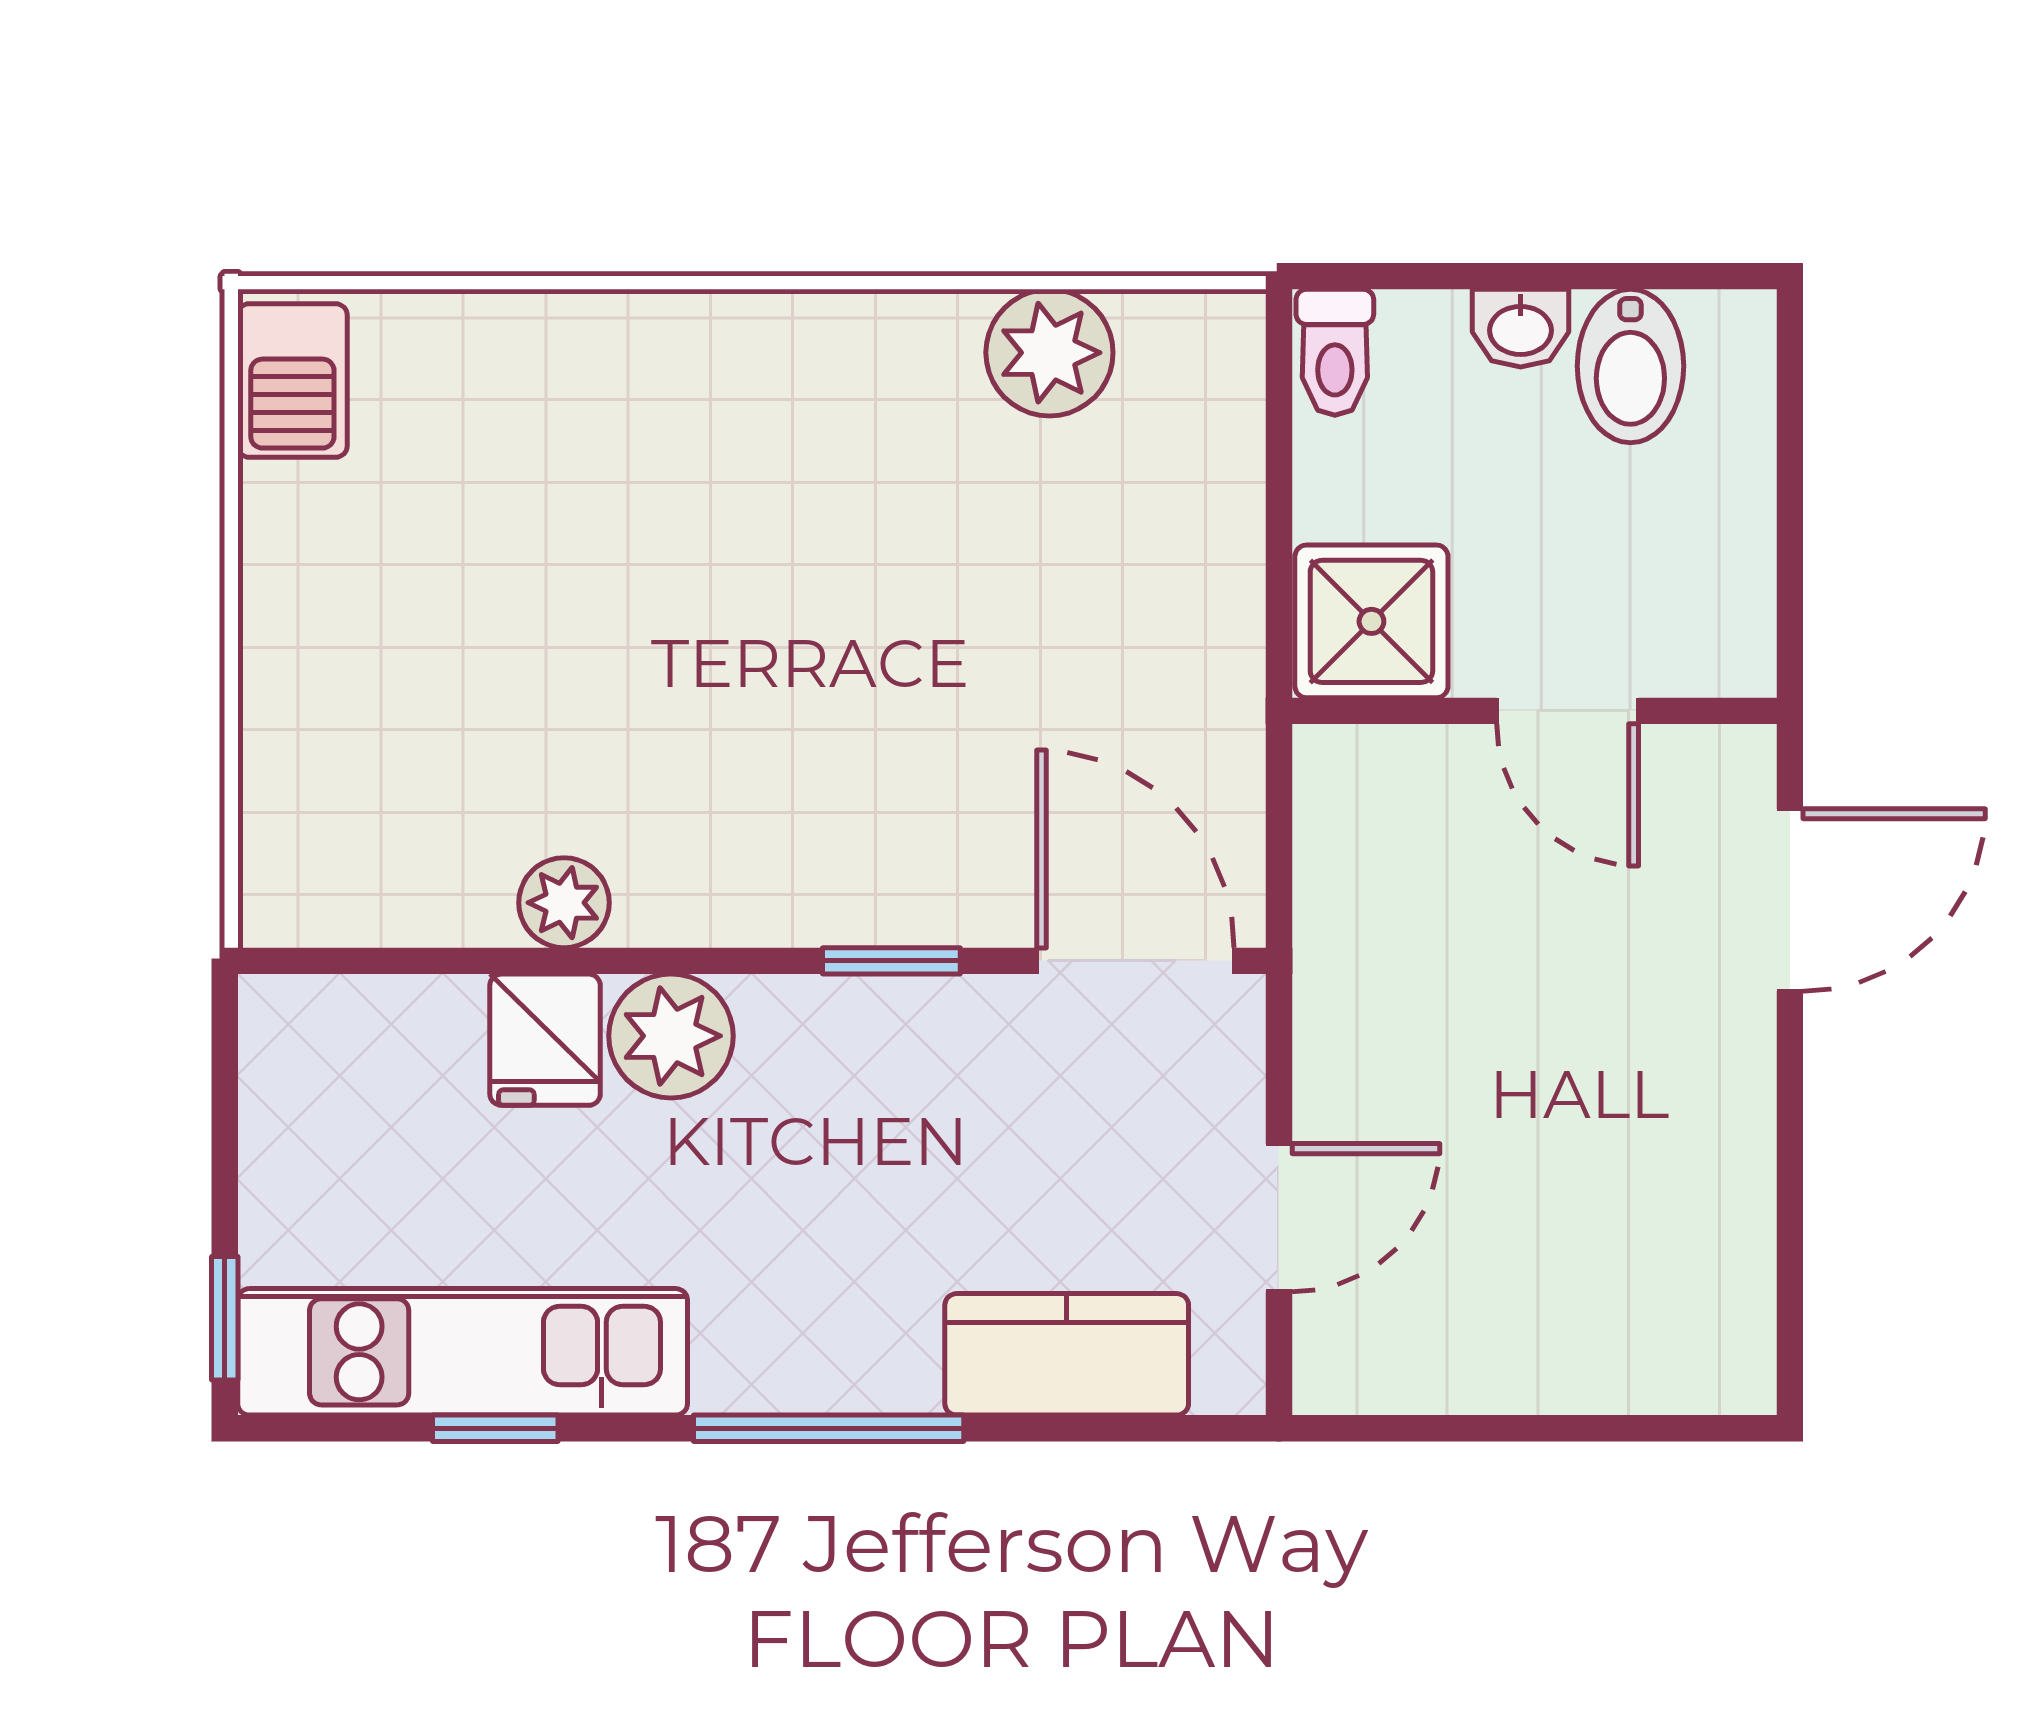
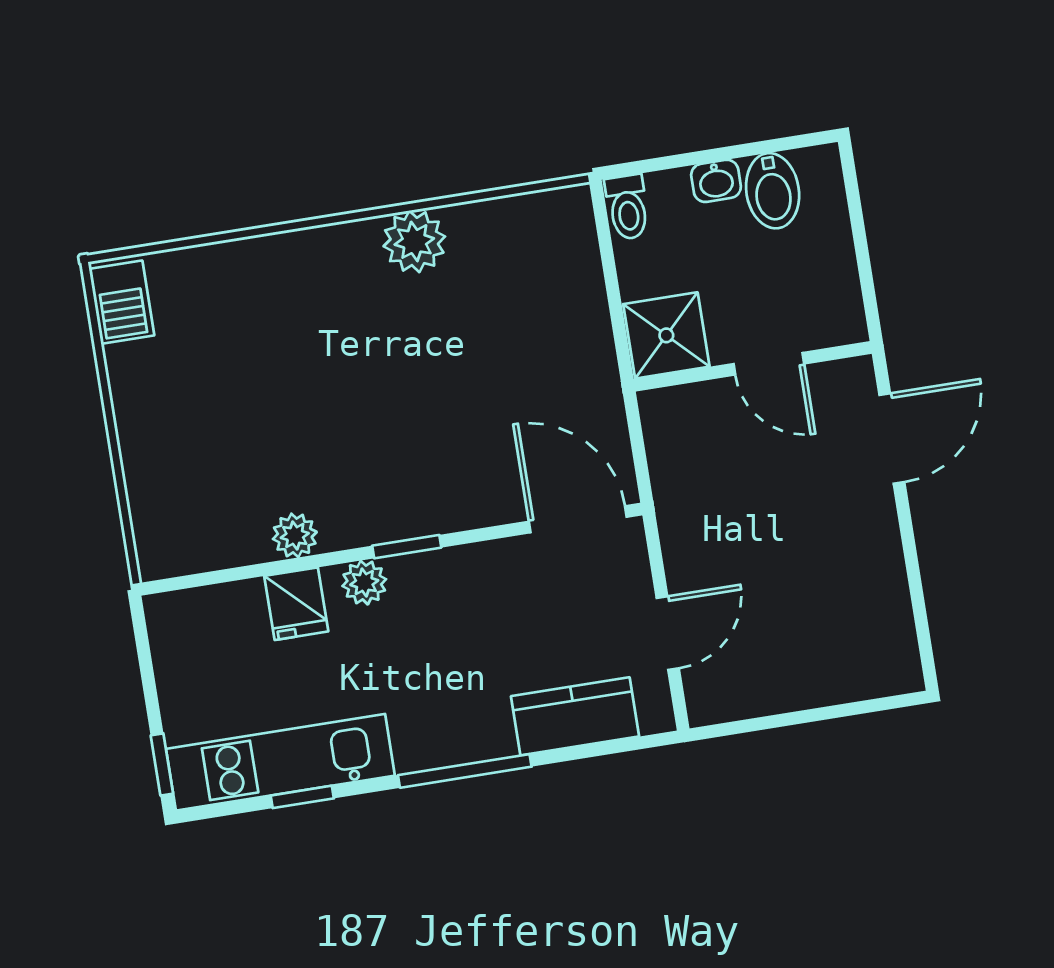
plant: (1049, 353) -> (414, 241), moved
window: (891, 961) -> (407, 547), moved
plant: (671, 1036) -> (364, 583), width x0.73, depth x0.73

